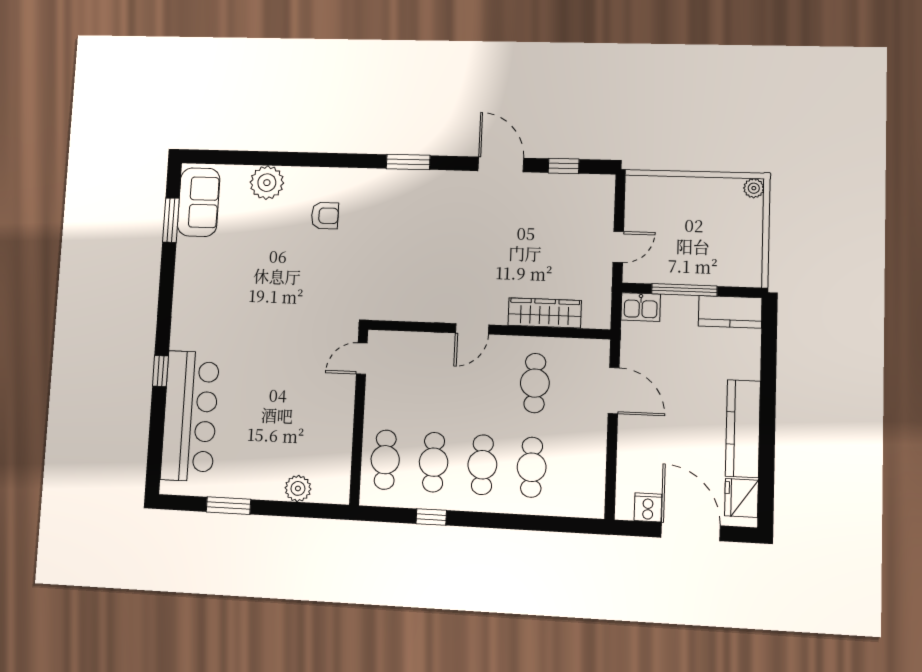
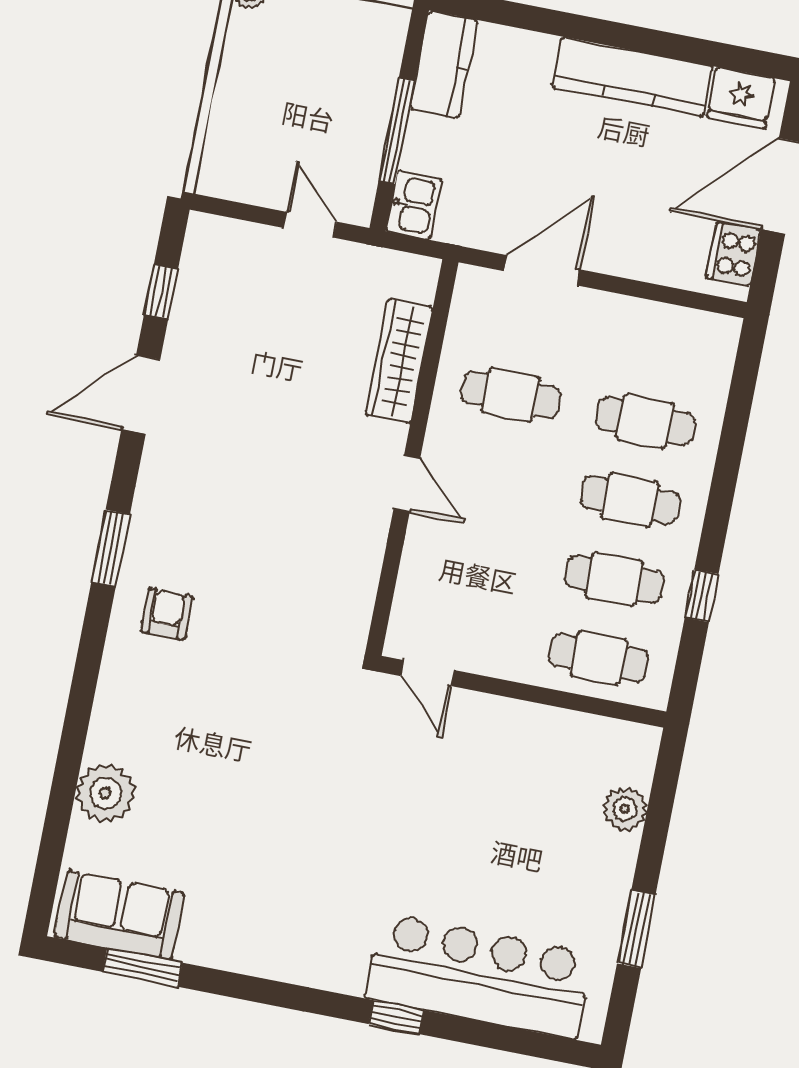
armchair: (325, 216) -> (167, 614), moved
cooker: (648, 507) -> (733, 254), width x1.36

